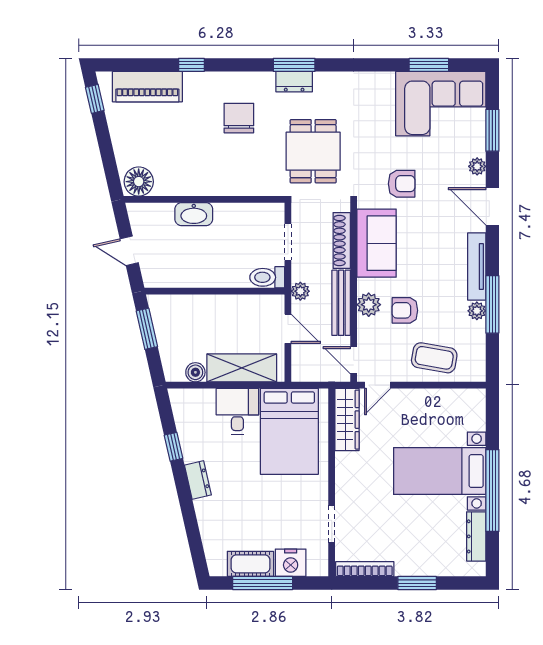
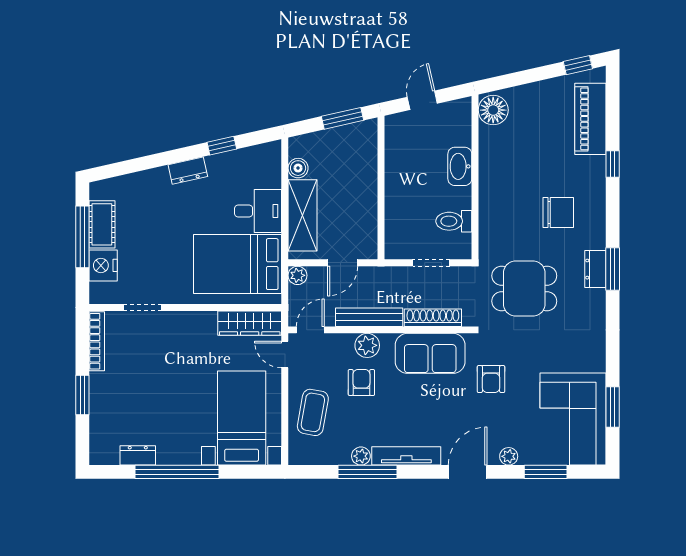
toilet: (267, 277) -> (454, 221), moved, turned -90
plant: (300, 291) -> (297, 275), moved
bed with nightstands: (440, 471) -> (242, 418), moved
dresser: (476, 536) -> (138, 455), width x0.70

